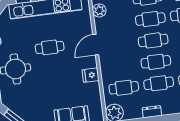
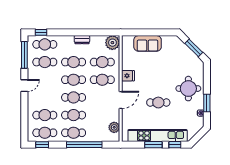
cafe table: (121, 66) -> (102, 80), added

